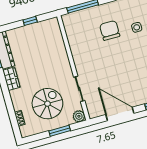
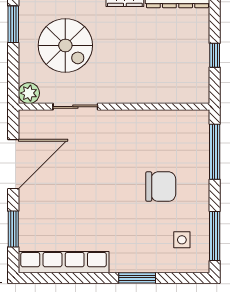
side table: (137, 27) -> (182, 240), moved
window: (60, 131) -> (13, 24), moved

